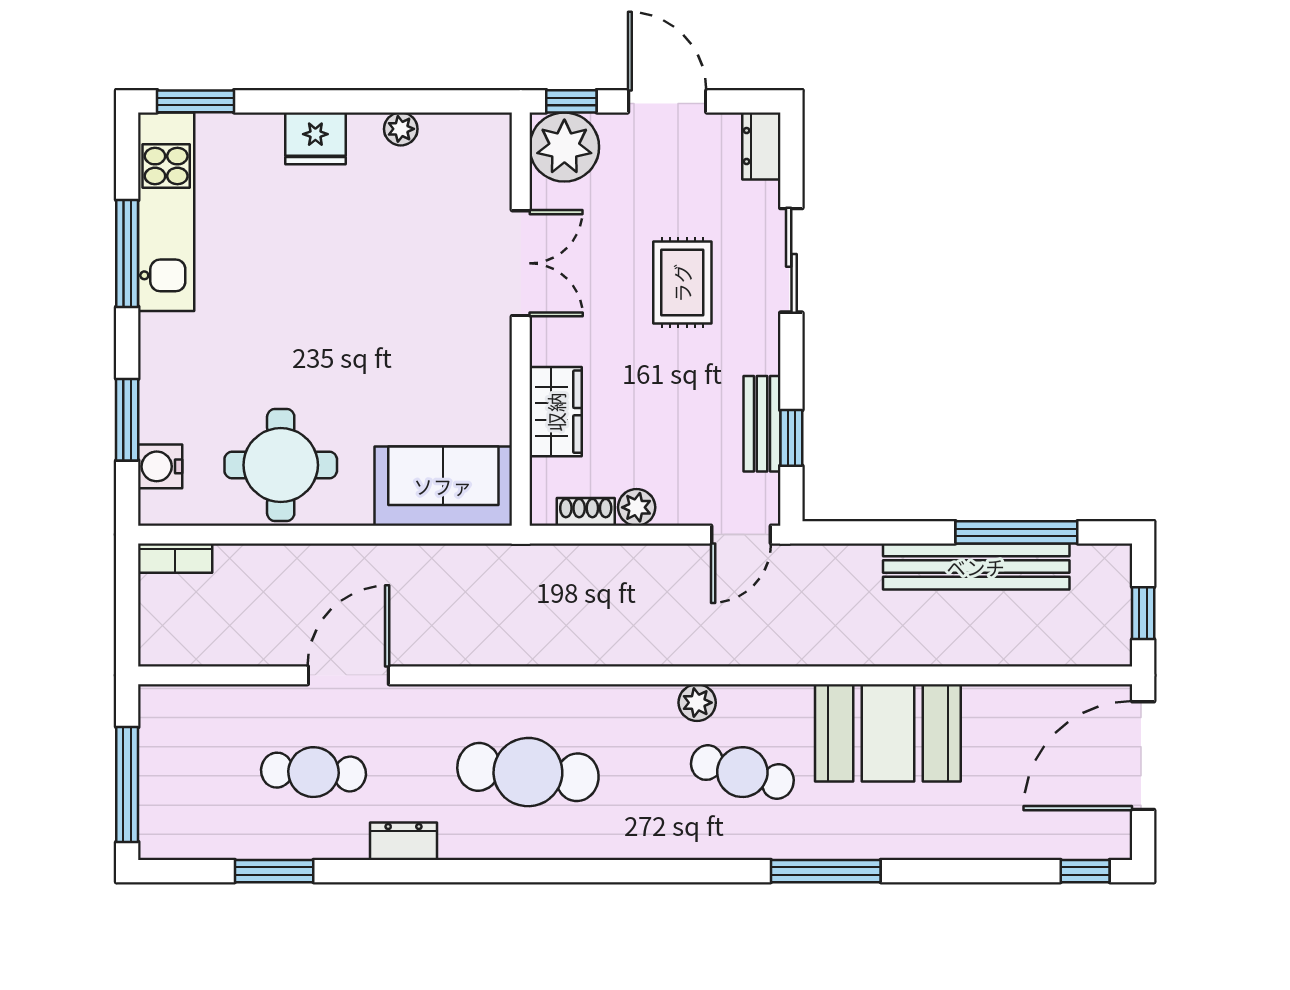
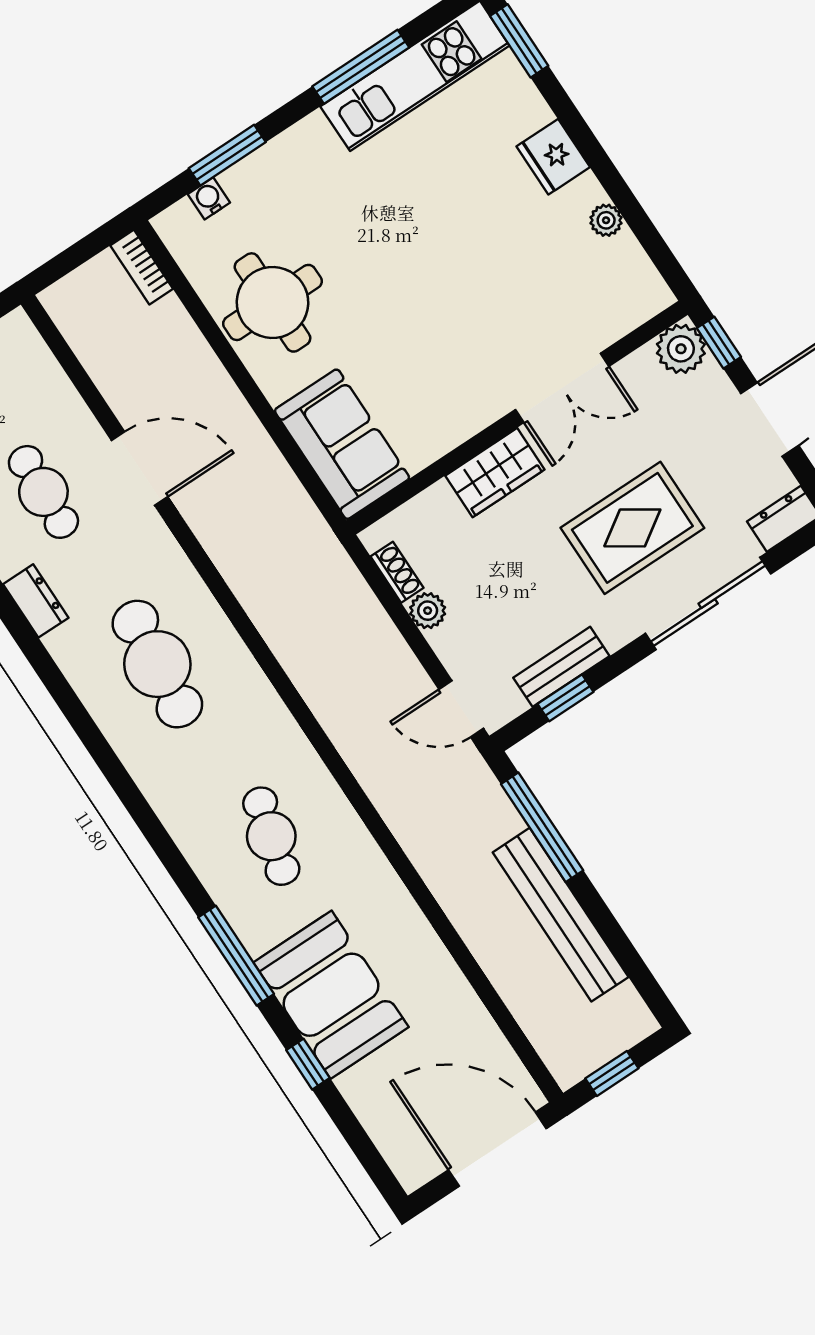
plant: (564, 147) -> (681, 349), width x0.73, depth x0.73
sliding door: (791, 260) -> (708, 604), width x1.37
rug: (682, 283) -> (632, 528), width x1.36, depth x1.43
wardrobe: (556, 412) -> (495, 473), moved
water cooler: (160, 466) -> (209, 198), width x0.72, depth x0.72
window: (1016, 532) -> (542, 827), moved
plant: (697, 703) -> (303, 763), removed
booth: (888, 733) -> (331, 995), moved
window: (1085, 871) -> (308, 1064), moved

